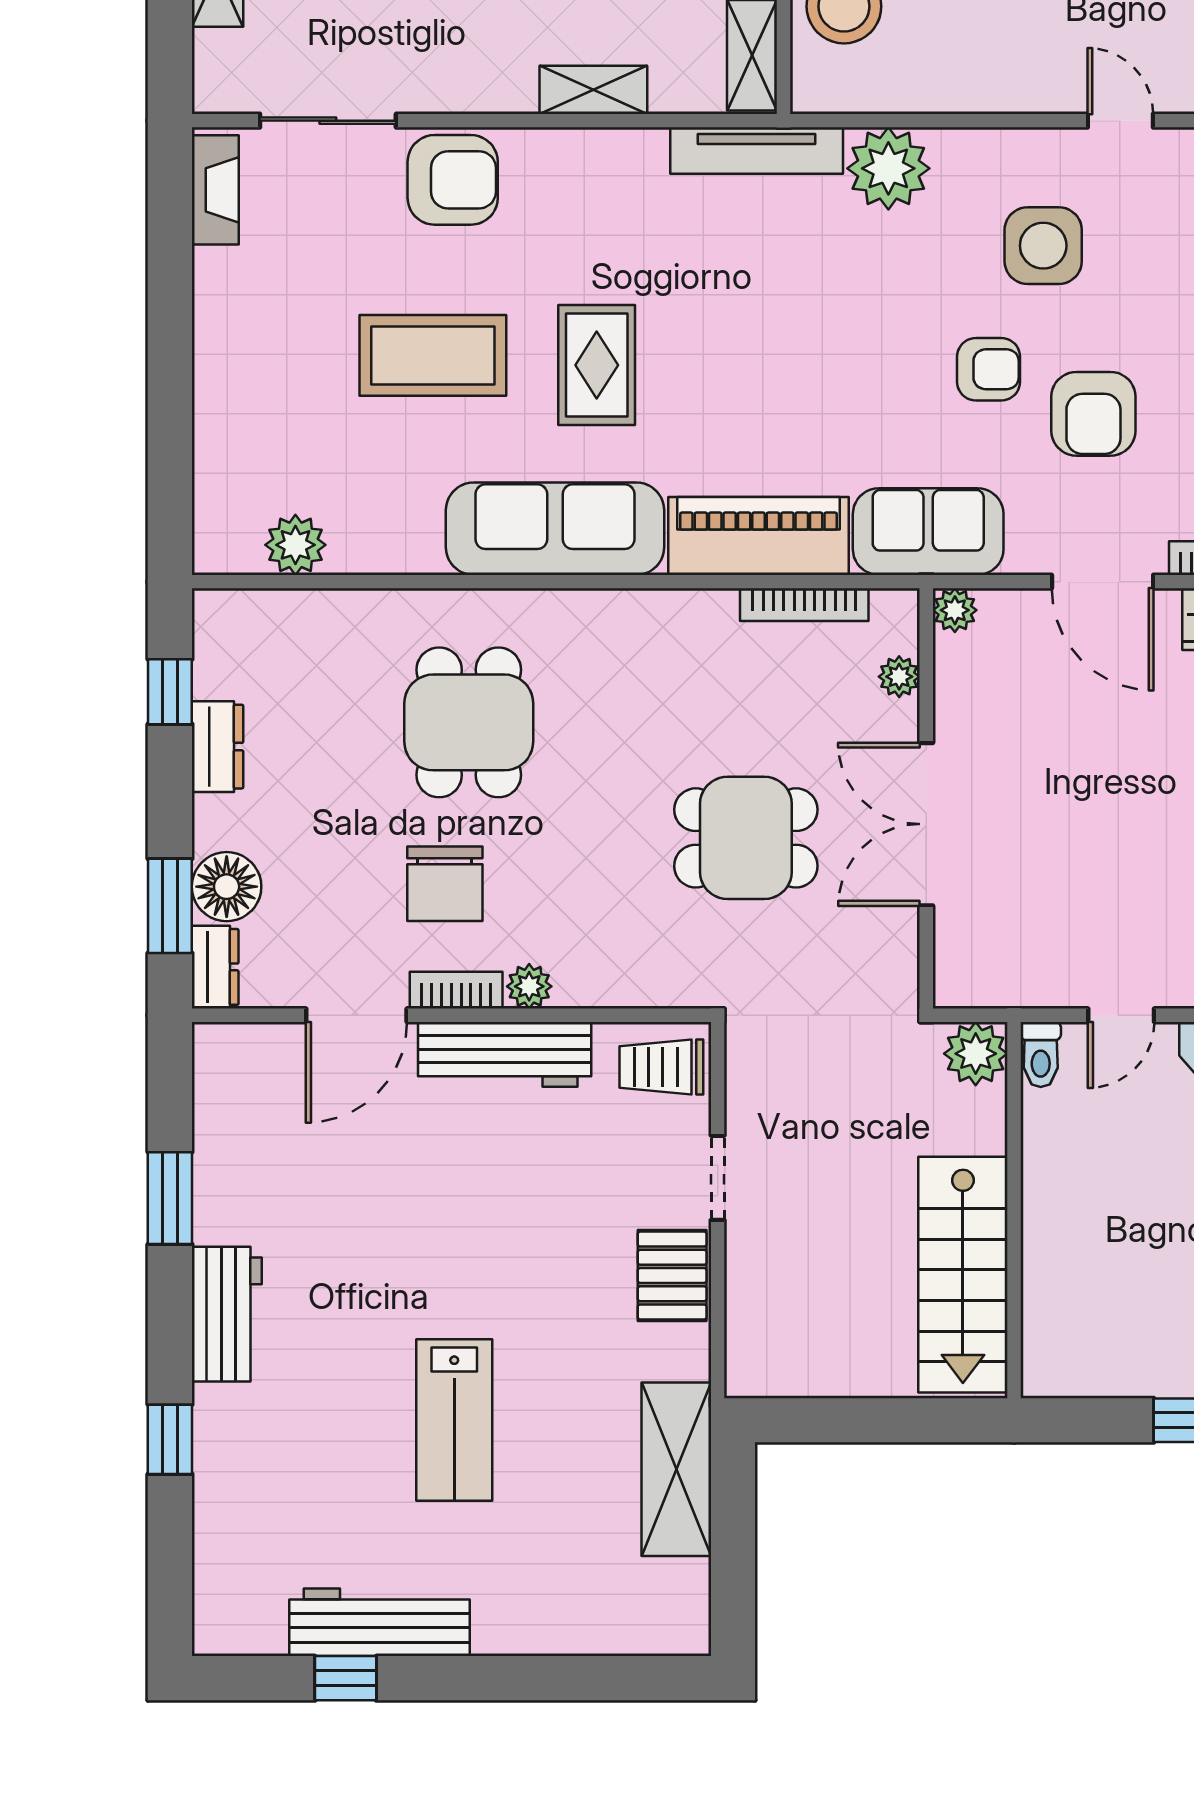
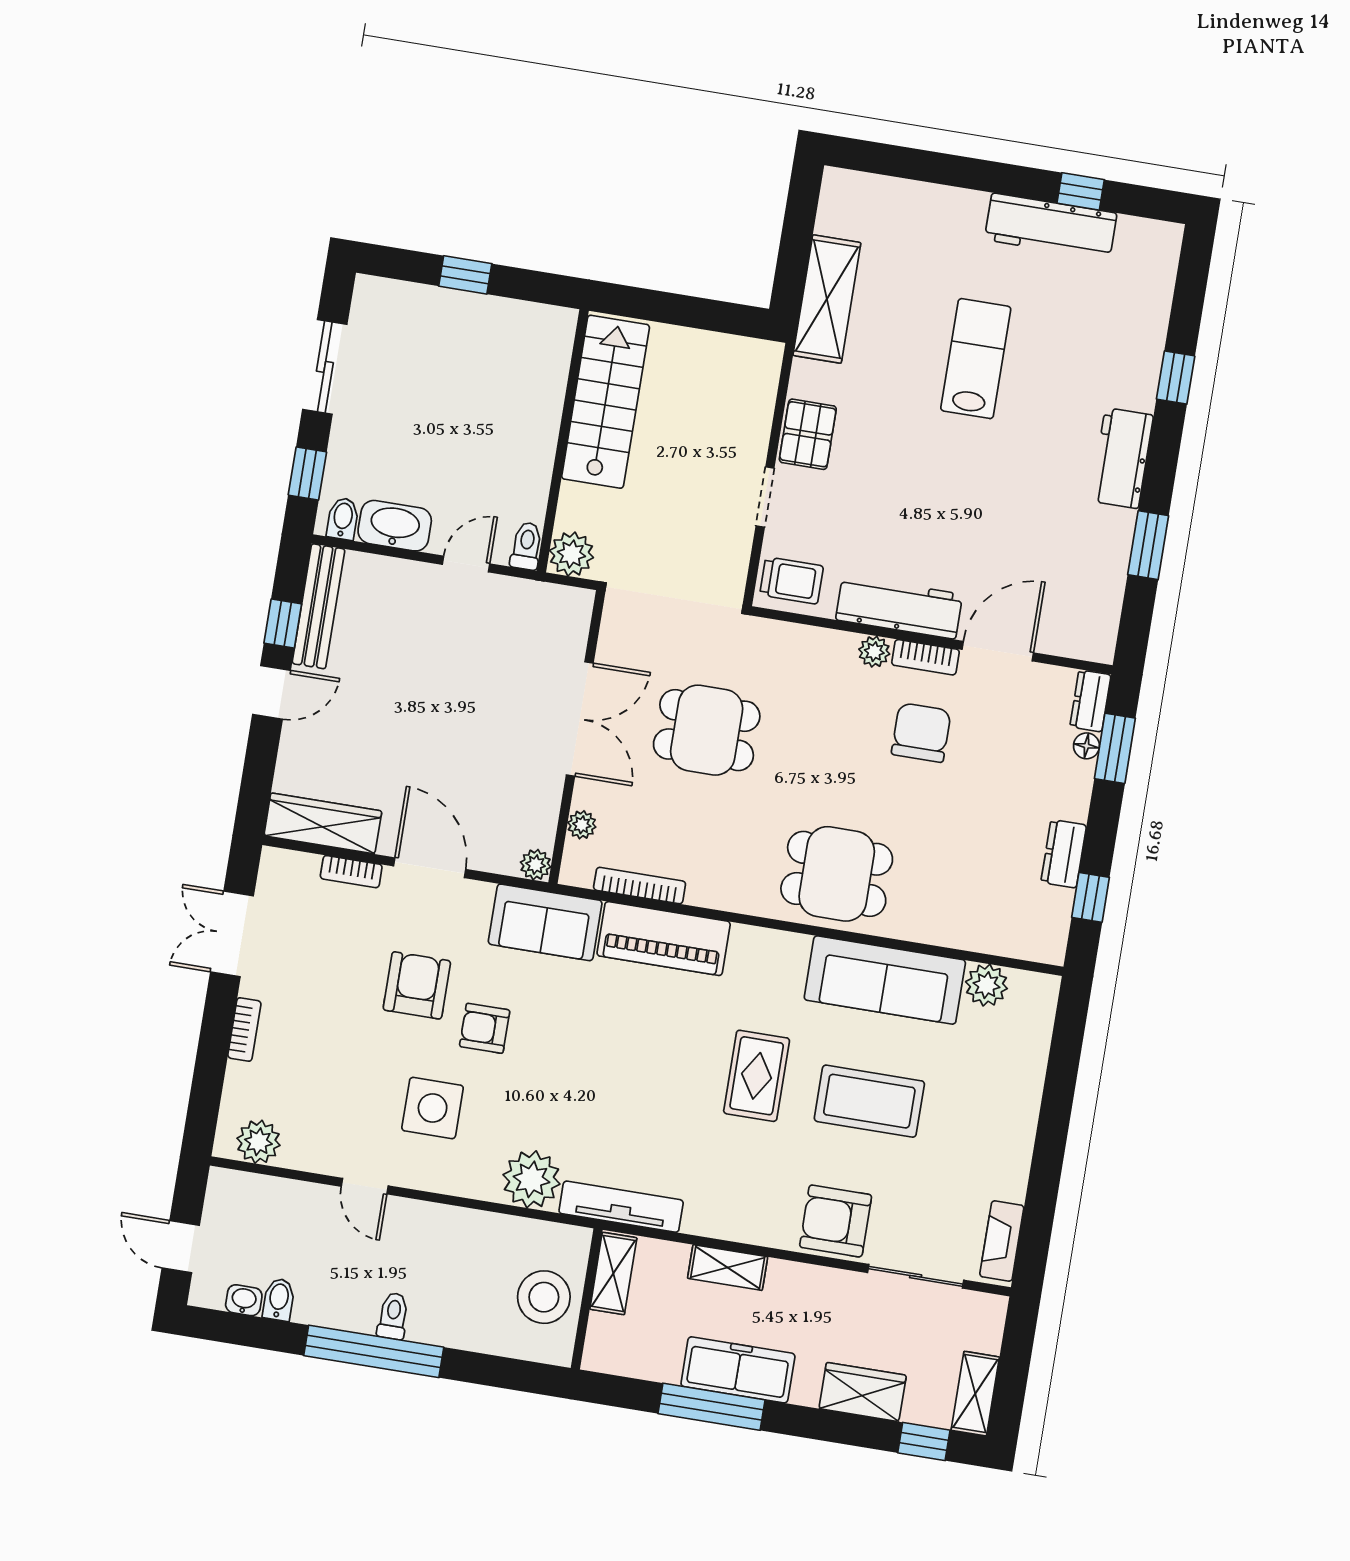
sofa: (555, 529) -> (885, 980), moved
dining table: (469, 722) -> (837, 874), moved, turned 90
floor lamp: (227, 887) -> (1086, 746), width x0.53, depth x0.53

